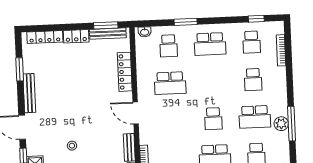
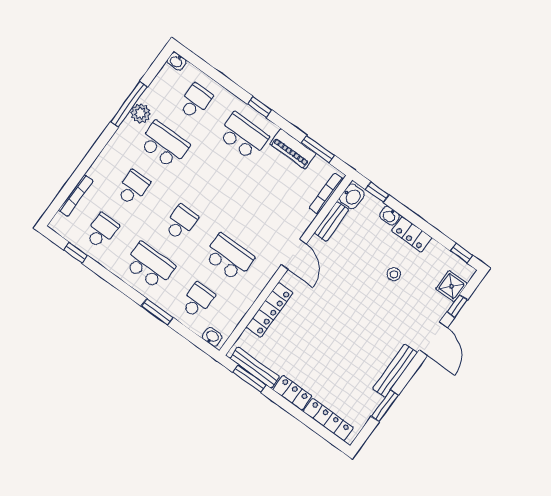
school desk: (213, 119) -> (181, 222), moved

